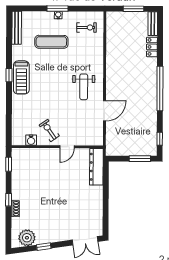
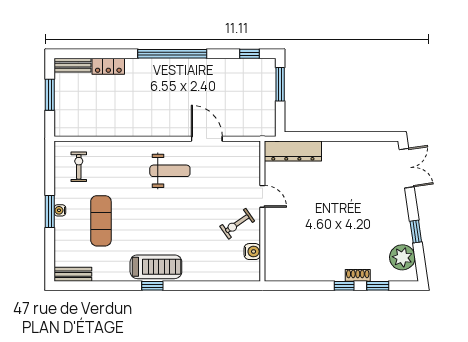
bench: (17, 28) -> (73, 274), width x0.73
window: (9, 164) -> (378, 286), moved

